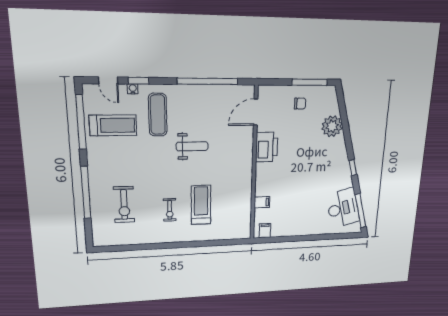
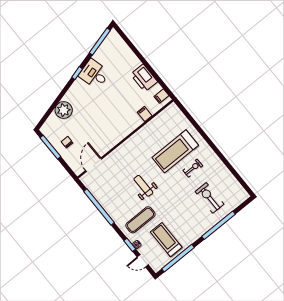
door: (108, 80) -> (143, 261), swing flipped
door: (256, 112) -> (94, 165), swing flipped
printer: (267, 147) -> (144, 78), moved, turned -90
exercise bike: (124, 204) -> (210, 198), turned -90
treadmill: (201, 205) -> (175, 151), width x1.37, depth x1.38
desk: (343, 208) -> (94, 74), moved, width x0.73

